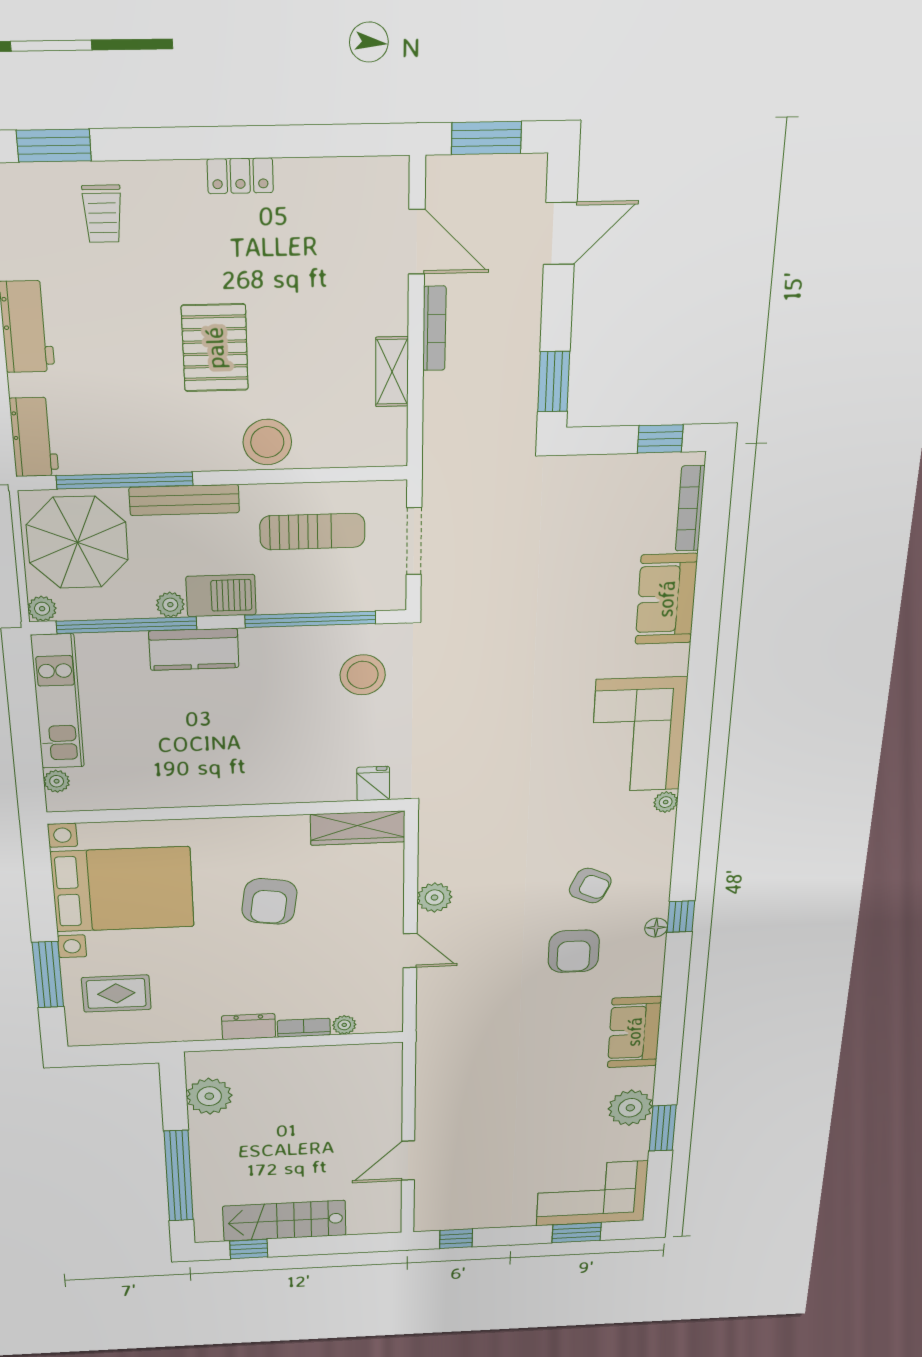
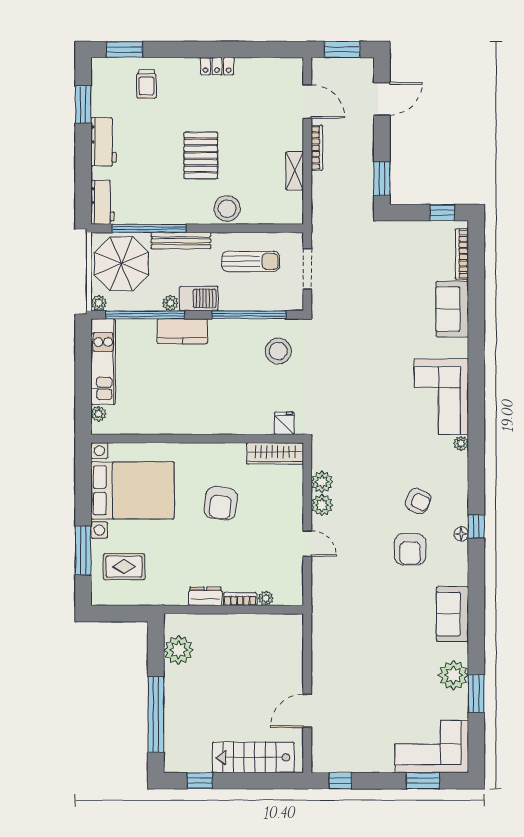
plant: (435, 865) -> (322, 482), added
stairs: (285, 1221) -> (253, 757), moved

